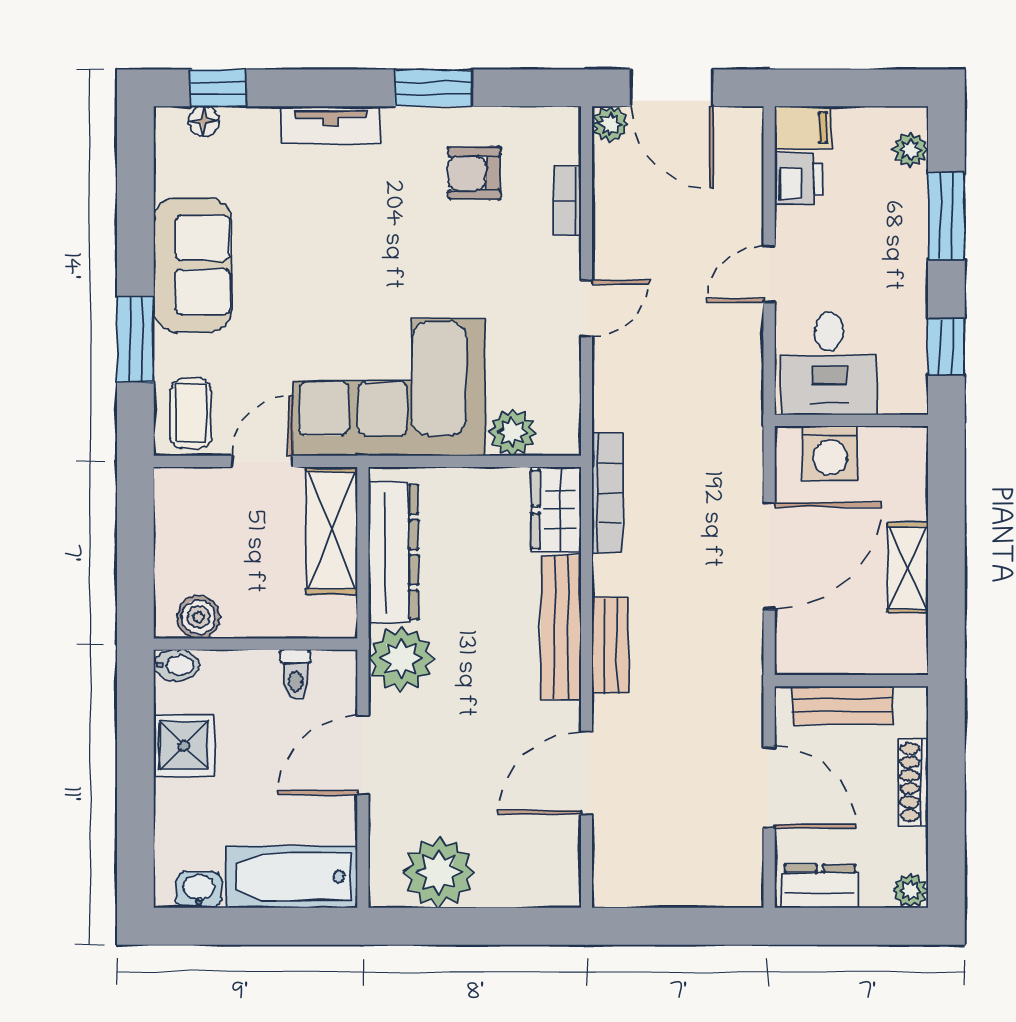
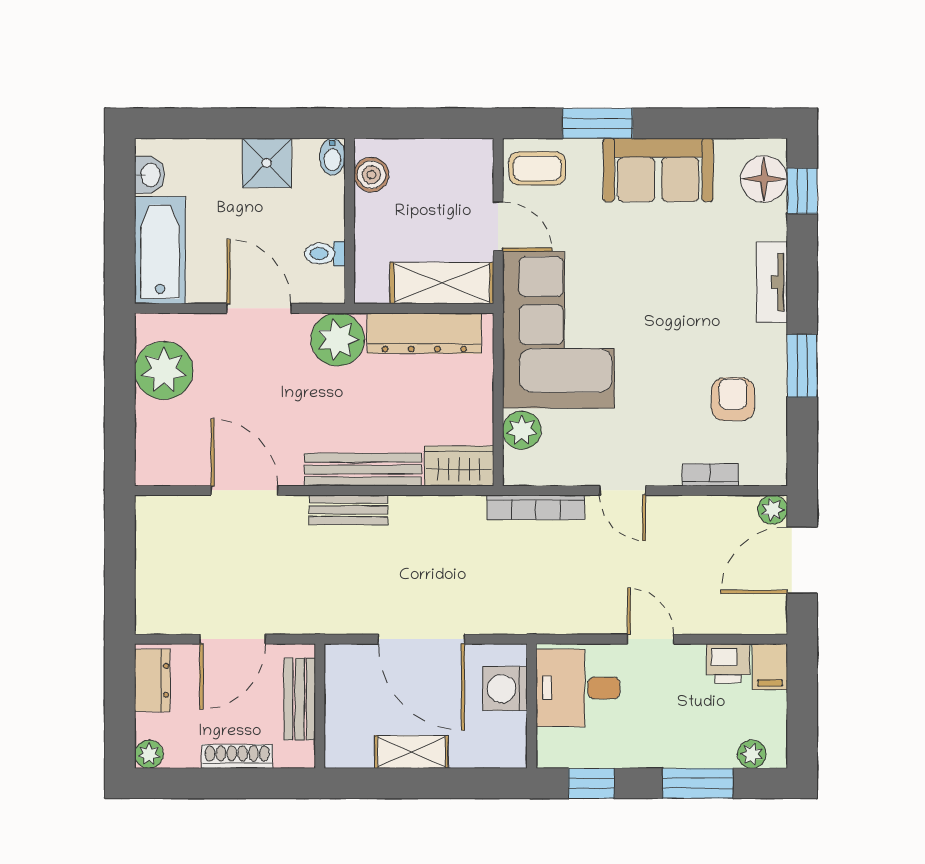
floor lamp: (204, 121) -> (764, 179), width x1.89, depth x1.89
bookcase: (607, 493) -> (536, 507), moved

